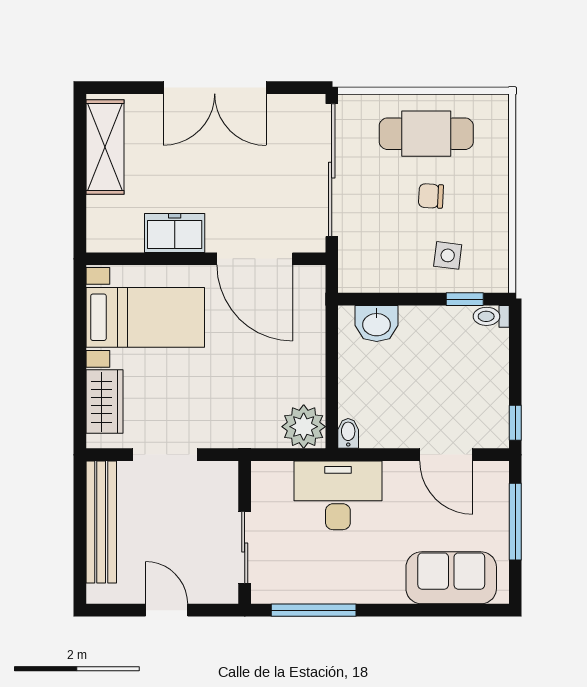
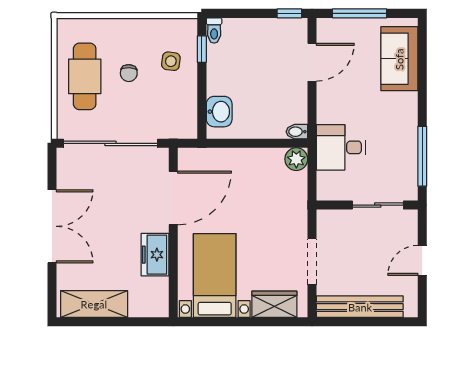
plant: (304, 427) -> (296, 159), width x0.73, depth x0.73
desk: (338, 495) -> (341, 147), width x0.73

